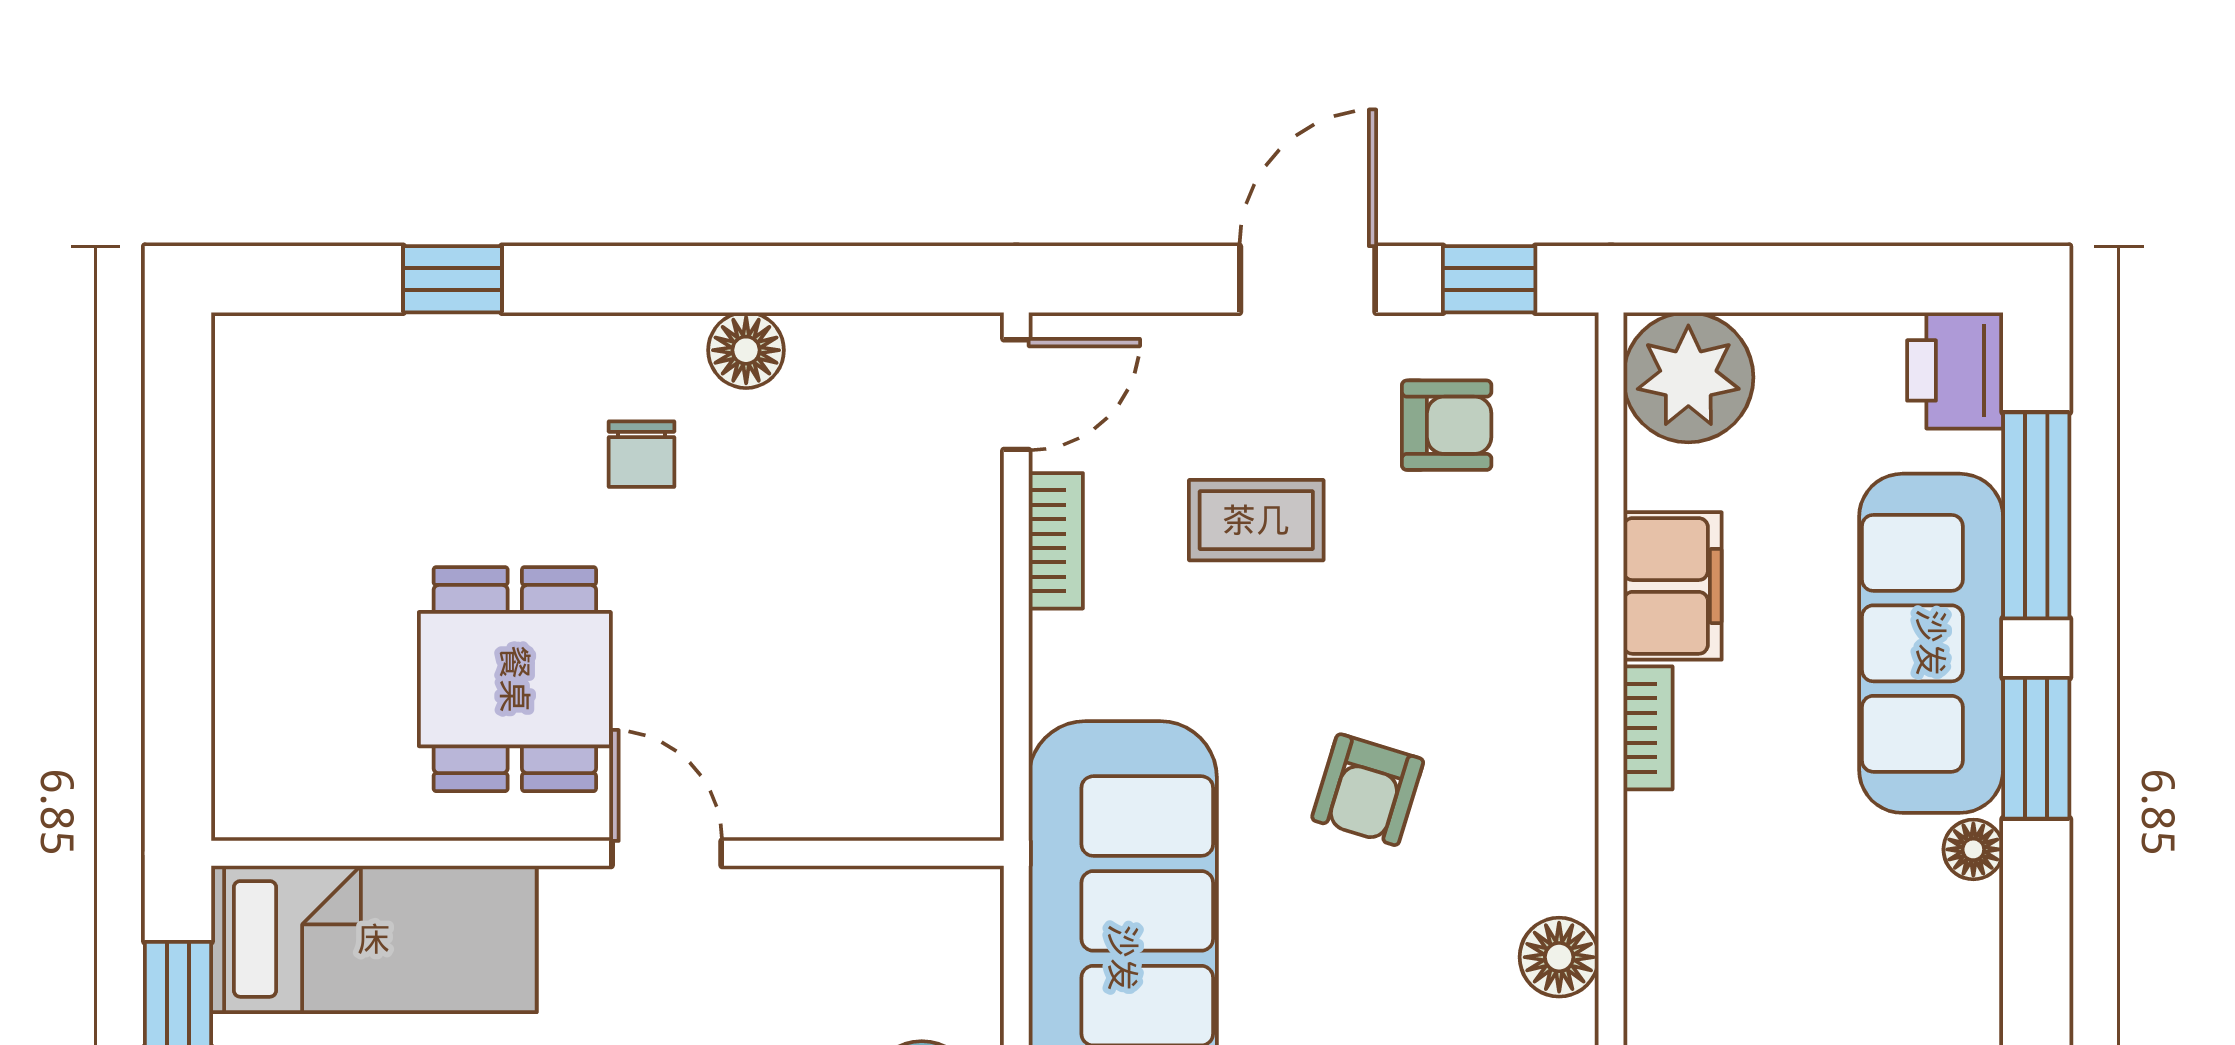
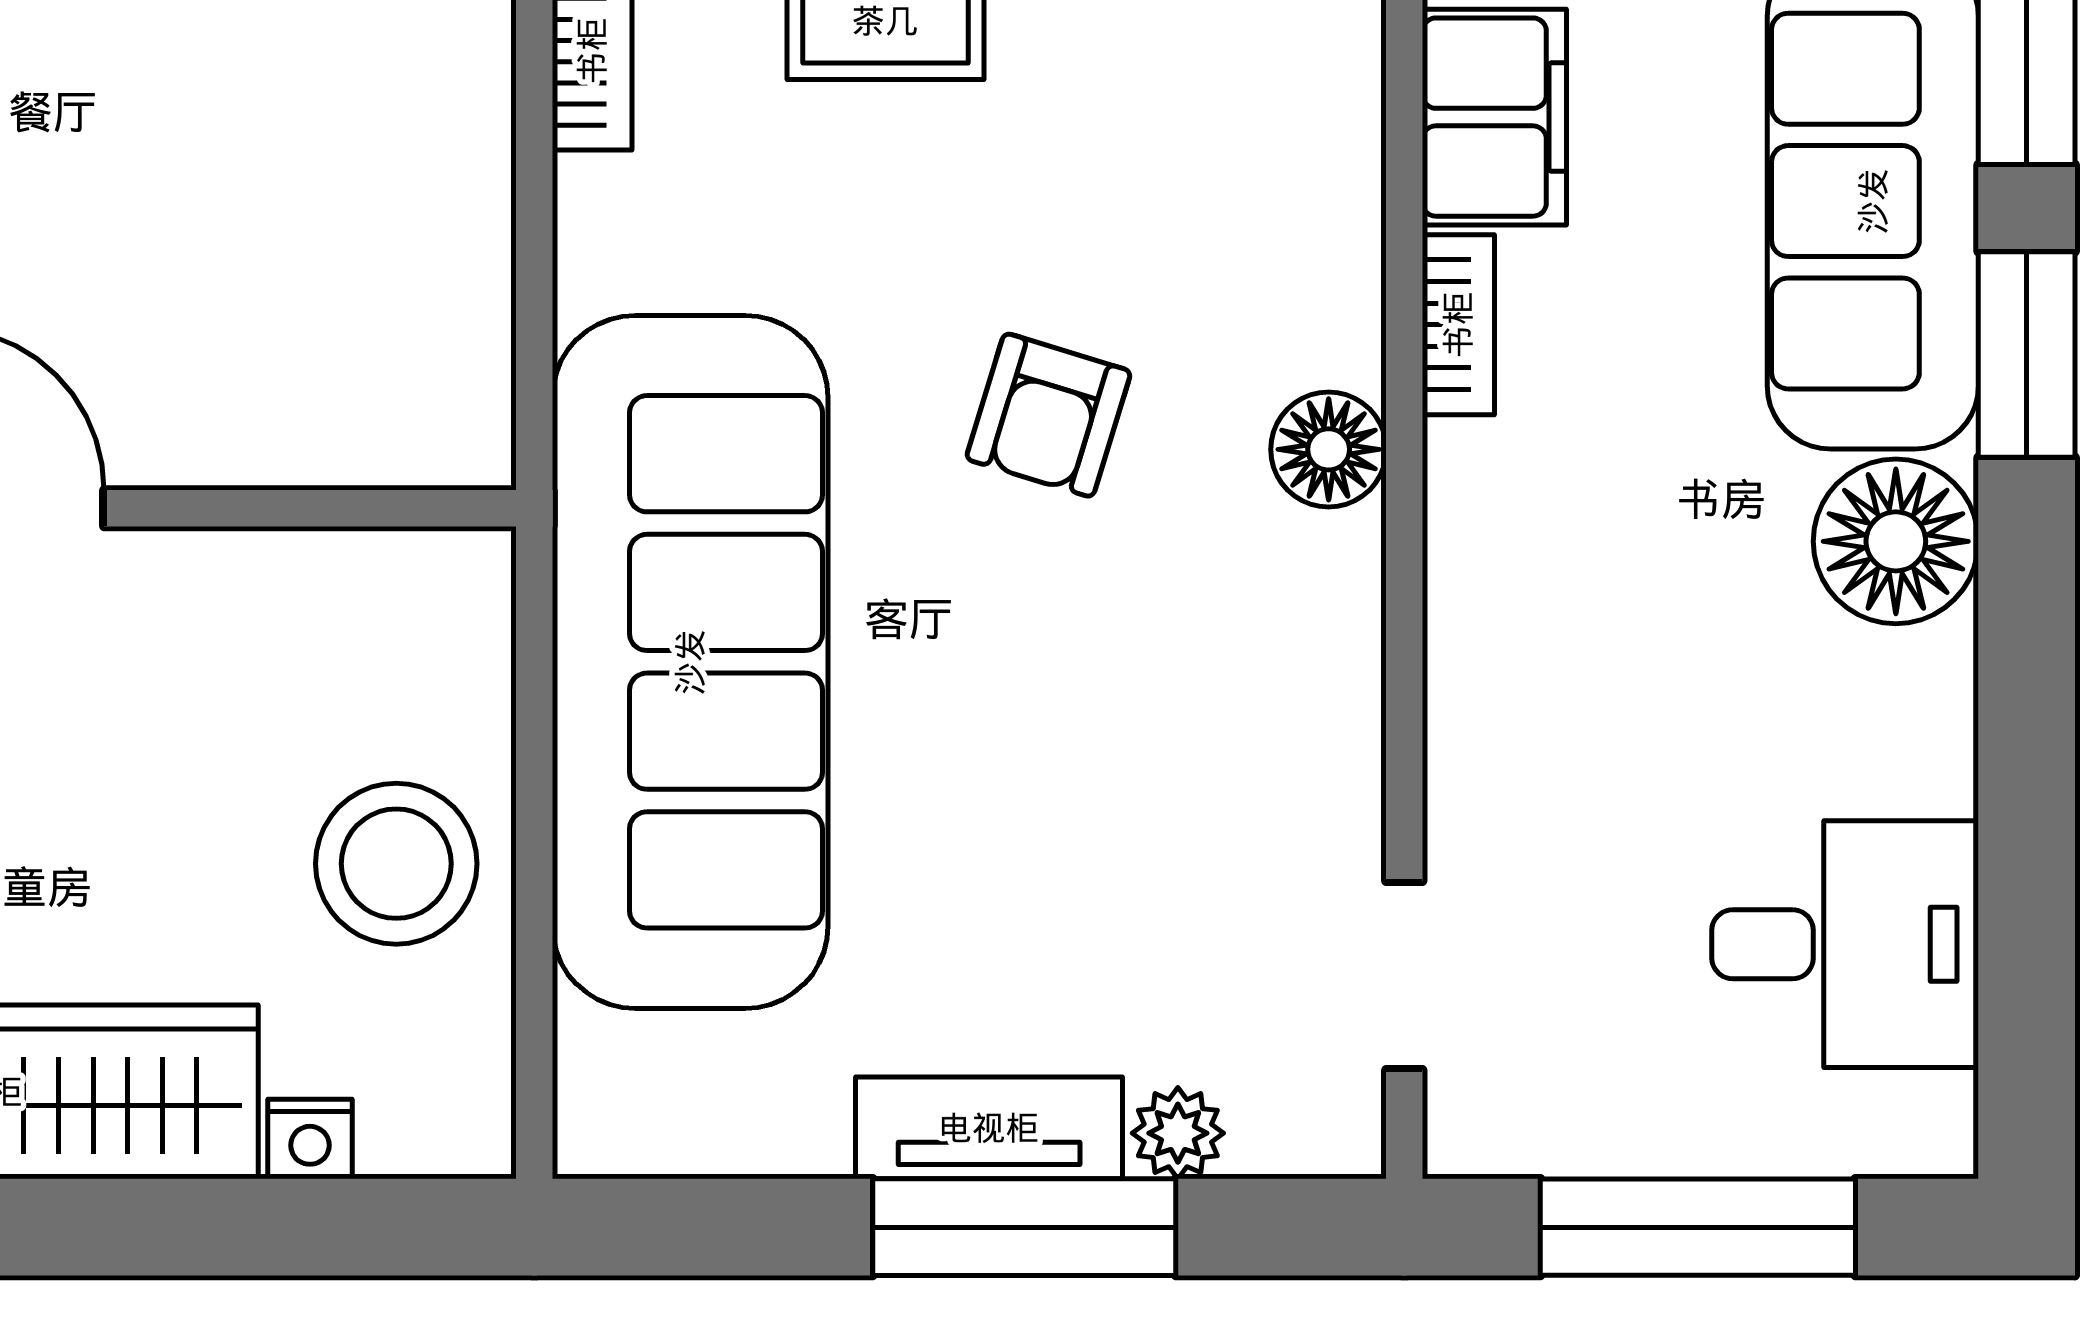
floor lamp: (1973, 849) -> (1896, 541), width x1.89, depth x1.89
floor lamp: (1559, 957) -> (1329, 449), moved

